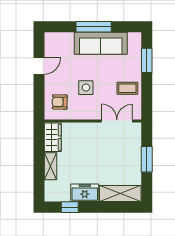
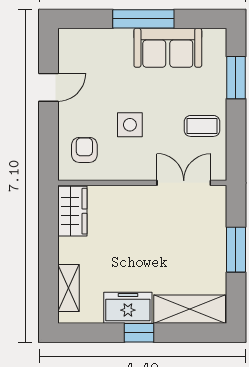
sofa: (101, 43) -> (168, 48), width x0.73
armchair: (60, 102) -> (84, 150), turned 89
shelving: (51, 166) -> (68, 288), moved
window: (70, 207) -> (139, 333), moved

